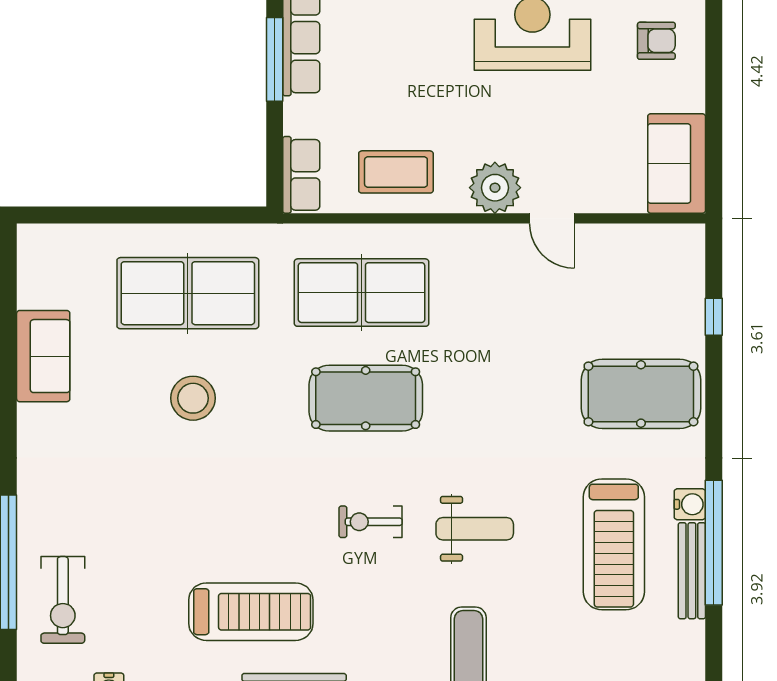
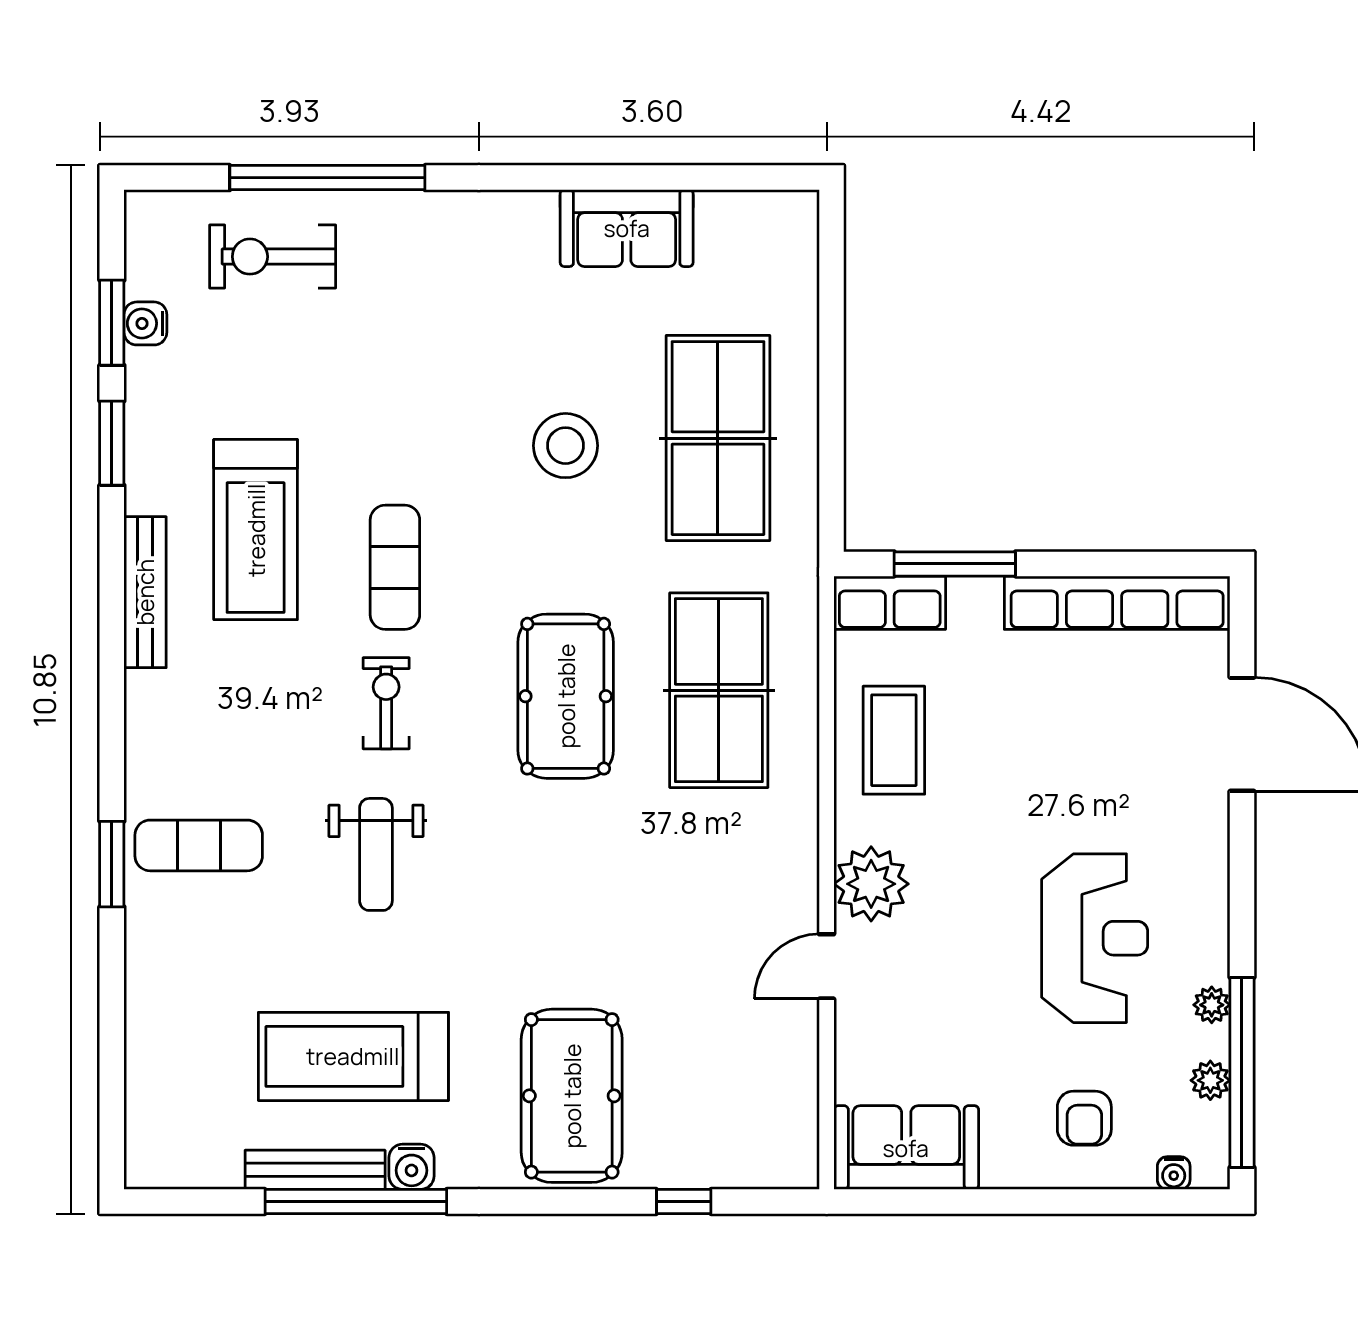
window: (275, 59) -> (955, 564), moved
exercise mat: (277, 516) -> (395, 567), added

